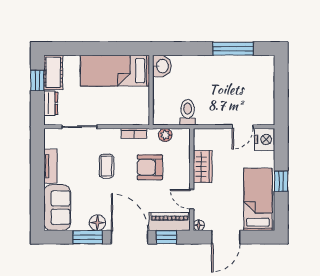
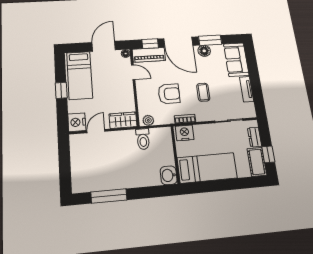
nightstand: (137, 116) -> (185, 133), added
plant: (165, 135) -> (148, 120), moved
wardrobe: (203, 167) -> (123, 120), moved, turned 90

